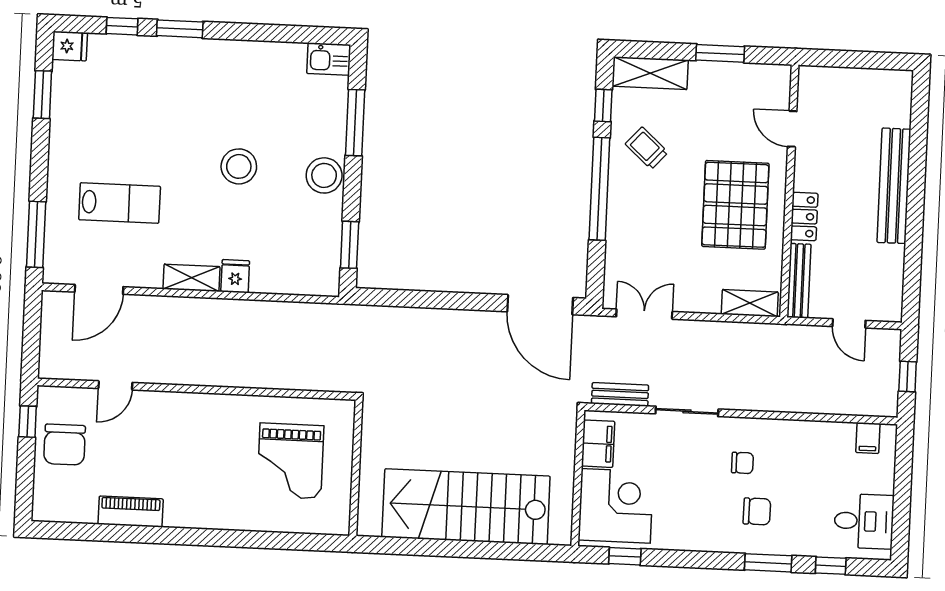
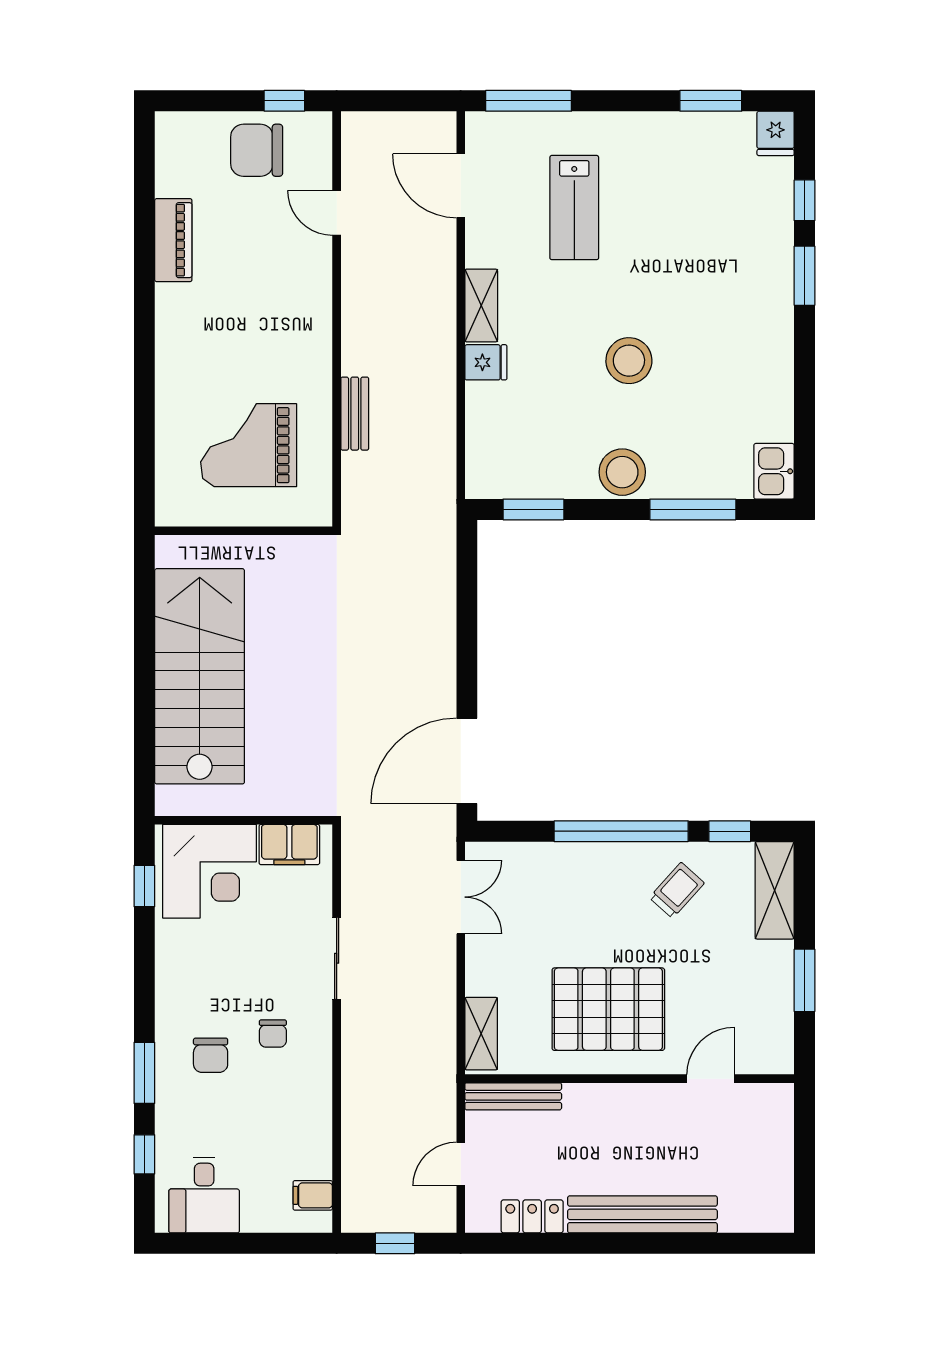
locker: (804, 217) -> (532, 1216), moved, turned 180
bench: (620, 394) -> (355, 414), moved

